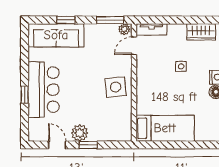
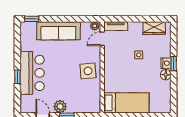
window: (66, 20) -> (32, 19), moved
window: (110, 20) -> (84, 19), removed
sofa: (56, 35) -> (58, 31), moved

